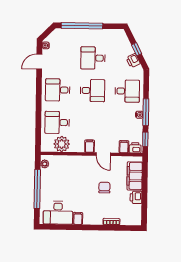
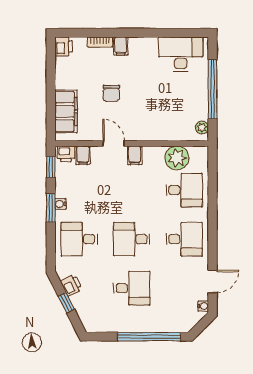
window: (146, 112) -> (51, 208), width x0.69
printer: (136, 197) -> (64, 46), moved
filing cabinet: (78, 218) -> (121, 46), moved

